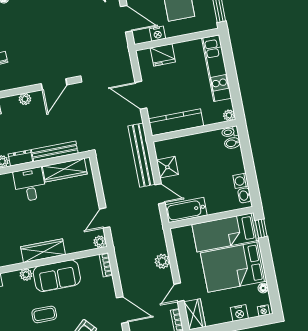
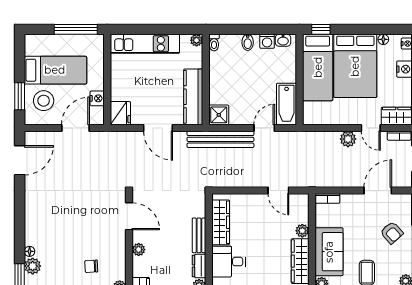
fridge: (163, 55) -> (120, 113), moved
door: (141, 95) -> (158, 128), hinge flipped
bidet: (232, 143) -> (248, 42), moved
bench: (55, 151) -> (199, 235), width x0.73
shower: (167, 167) -> (219, 115), moved
plant: (100, 242) -> (302, 231), moved
plant: (162, 261) -> (348, 139), moved

